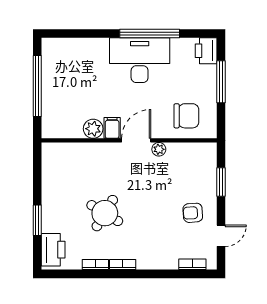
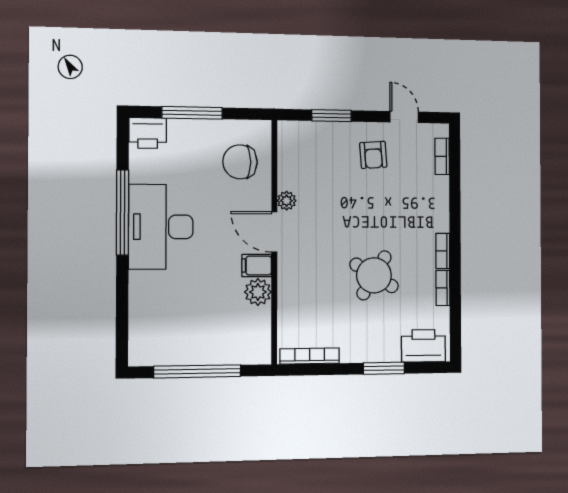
chair: (186, 116) -> (240, 162), turned -90
bookcase: (47, 166) -> (310, 356), added

